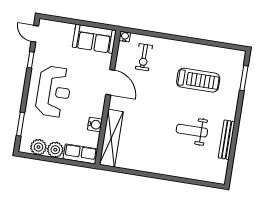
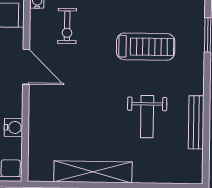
weight bench: (192, 131) -> (147, 117), turned -90
shelving: (111, 138) -> (93, 172), moved, turned 90

